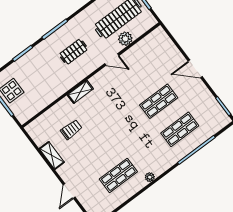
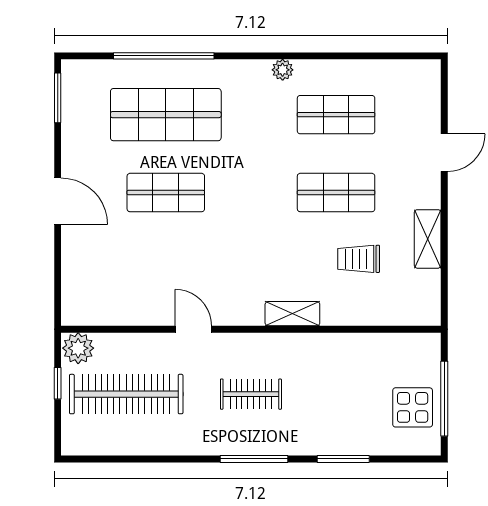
plant: (125, 39) -> (78, 348), moved
shop shelf: (180, 129) -> (166, 115), width x1.43, depth x1.36
shop shelf: (97, 147) -> (336, 193), added

